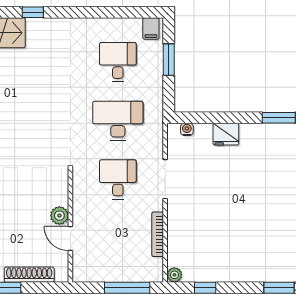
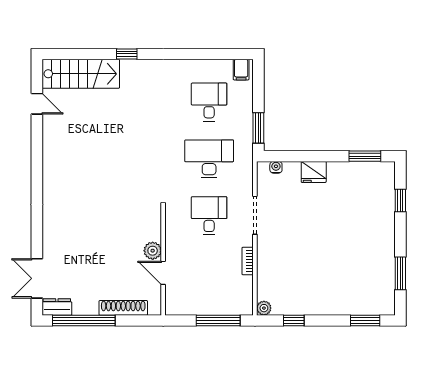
window: (169, 60) -> (258, 128), moved
bookcase: (158, 234) -> (248, 261), width x0.64

